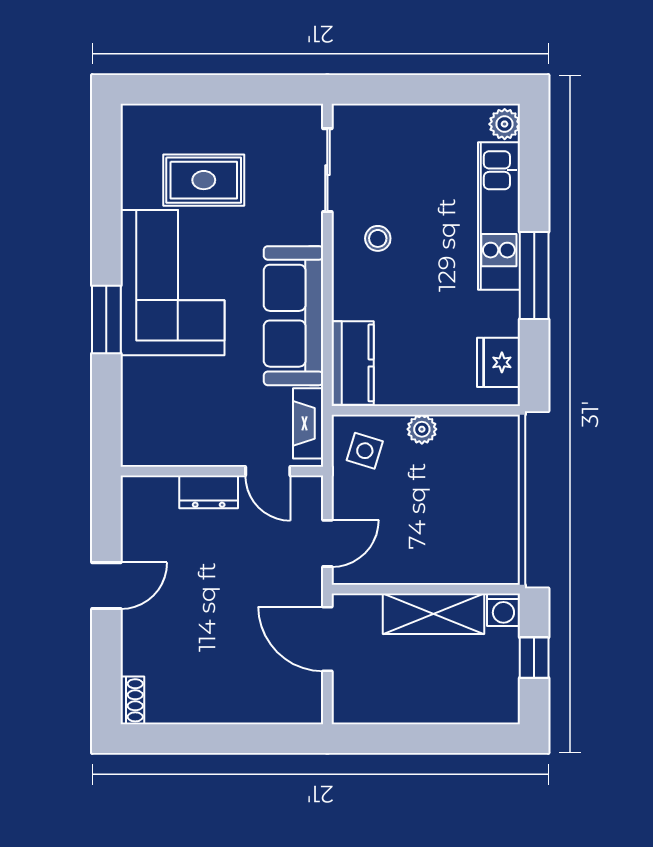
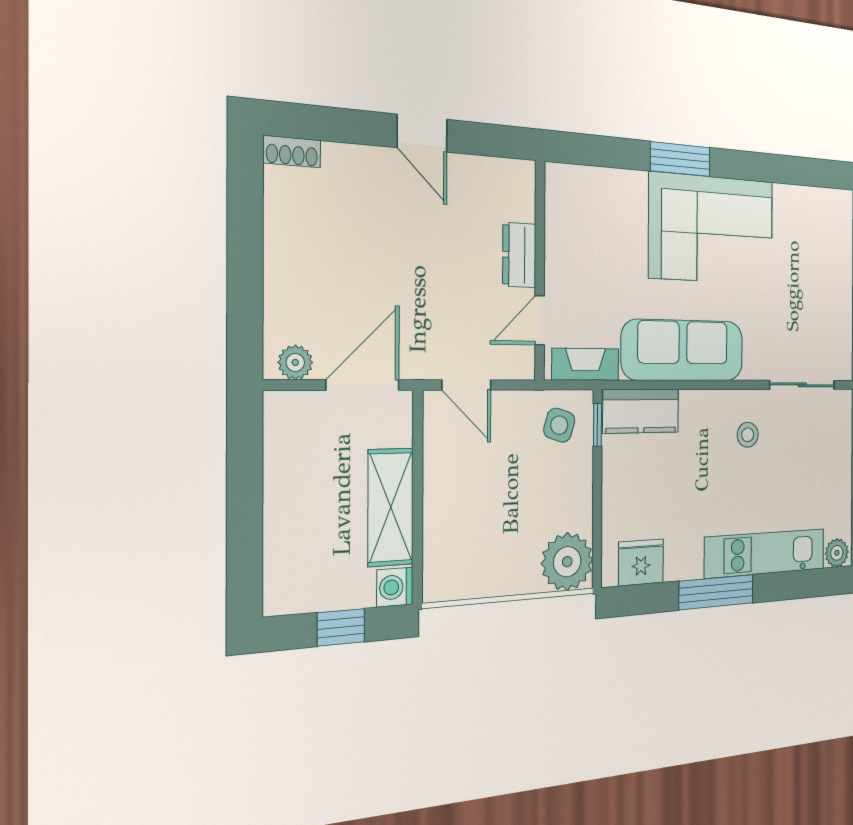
rug: (204, 180) -> (795, 265), removed
window: (365, 410) -> (597, 425), added
plant: (422, 429) -> (567, 562), moved, width x1.88, depth x1.88
plant: (308, 697) -> (295, 362), added

